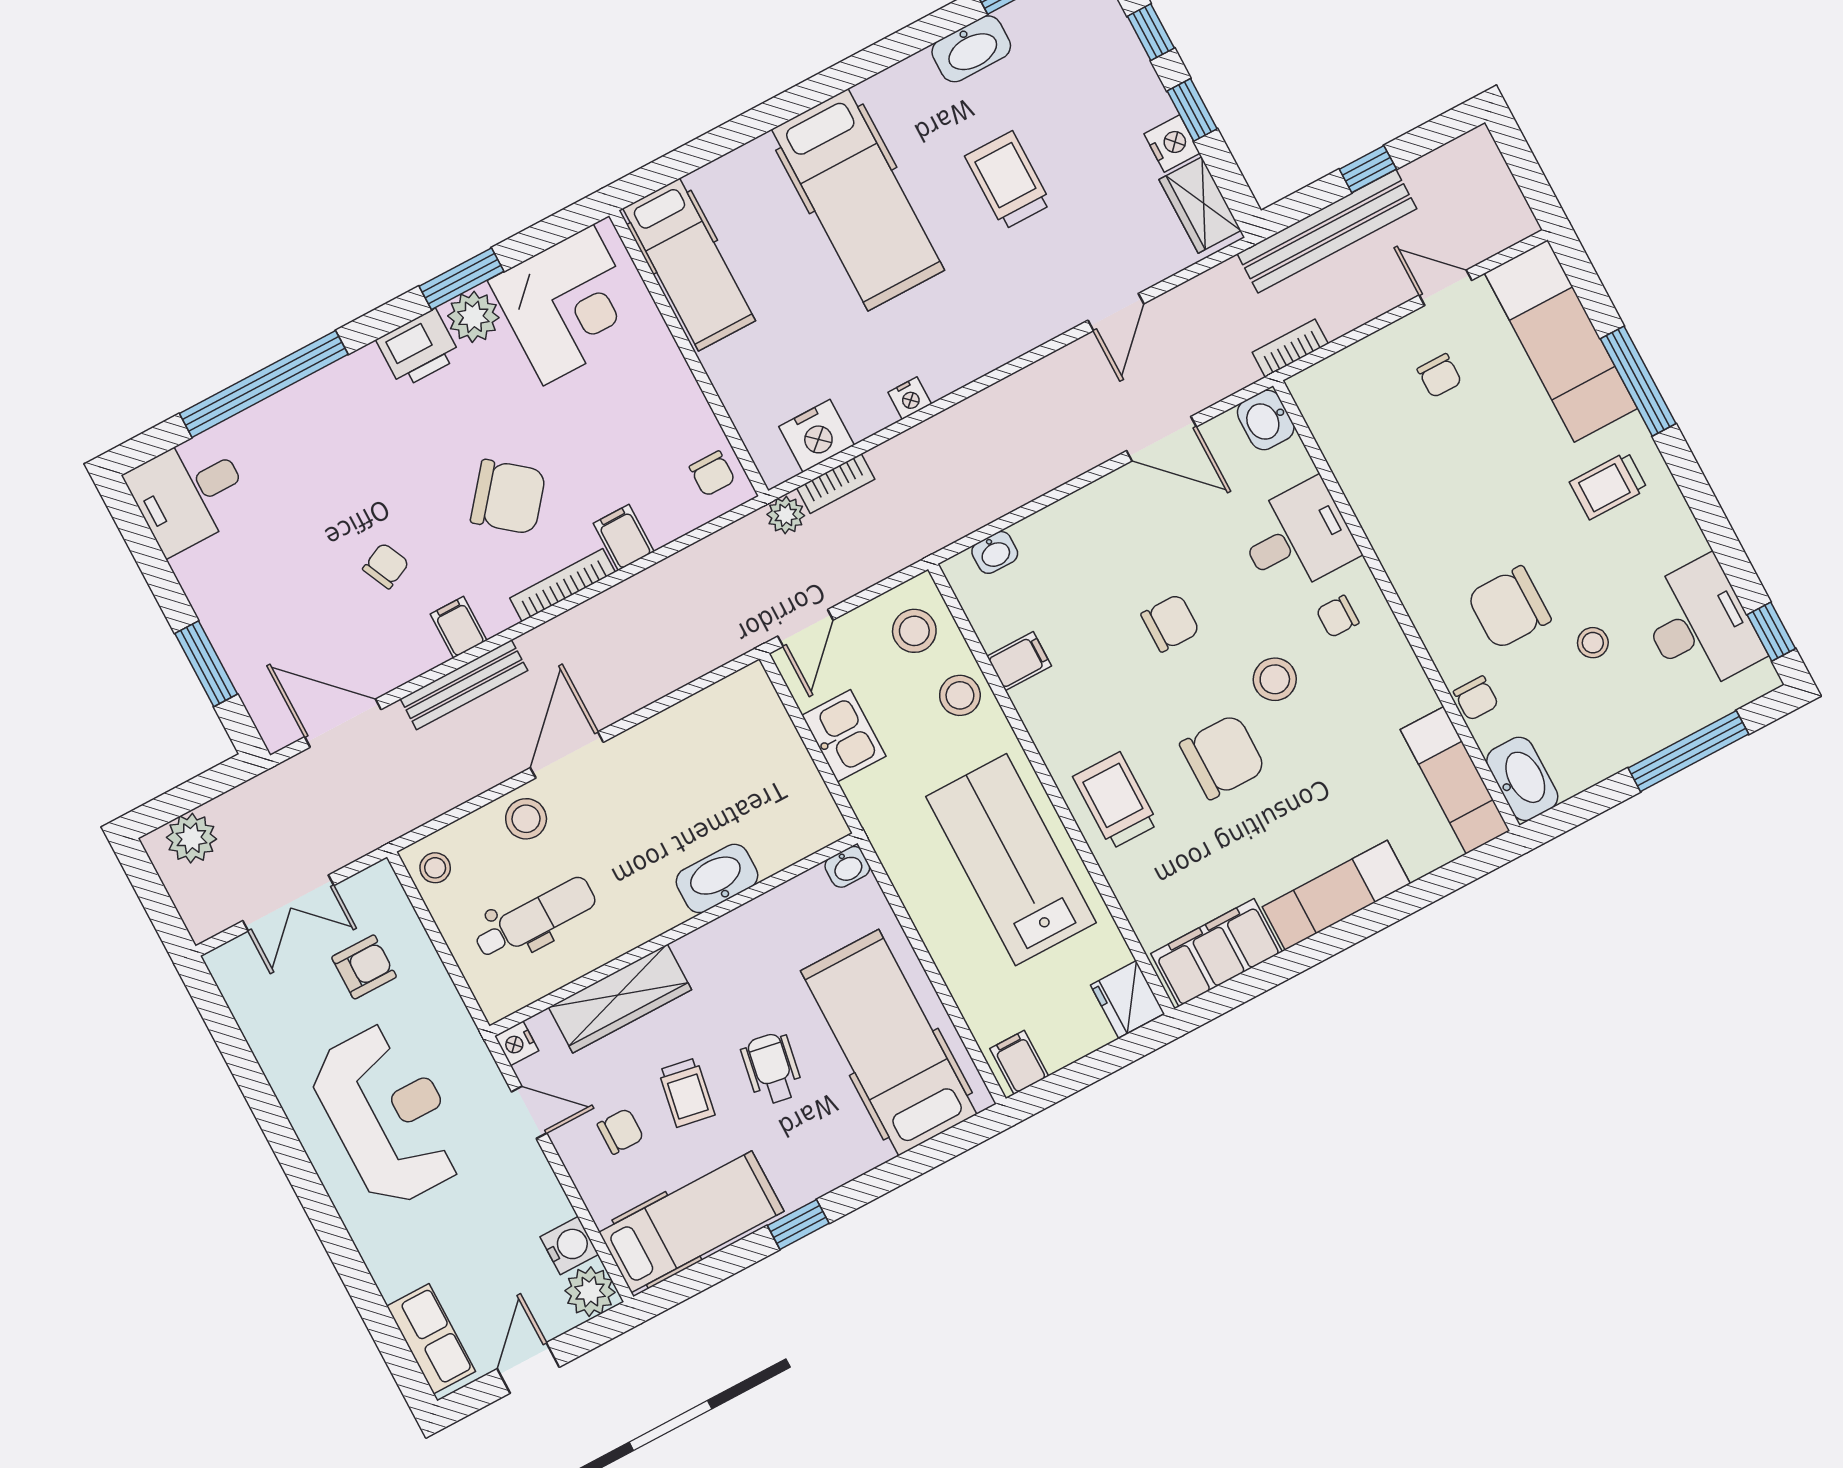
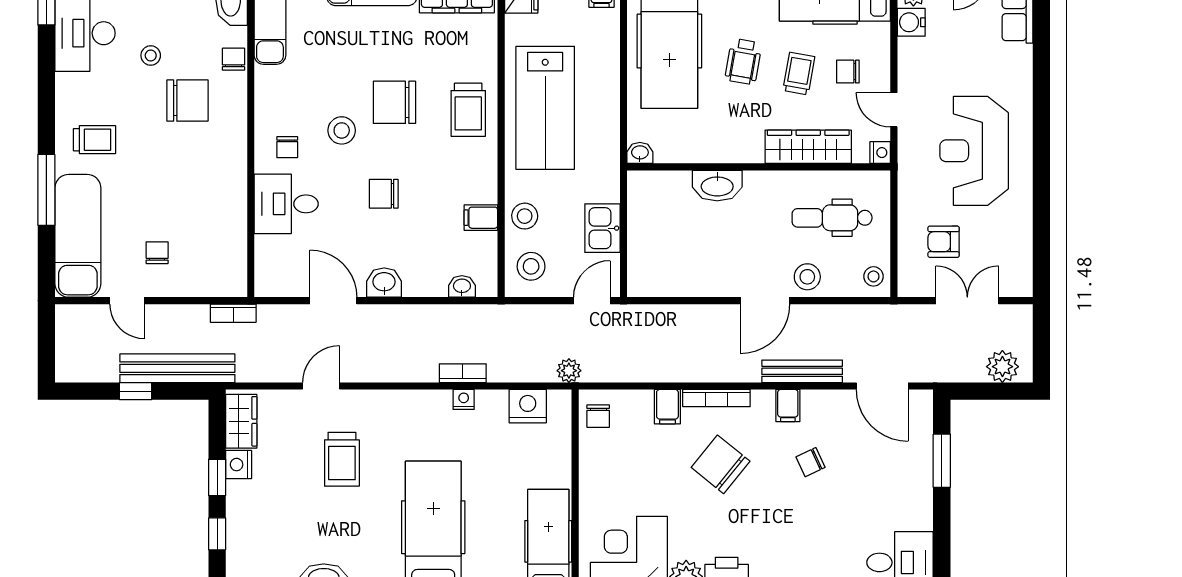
trolley: (1008, 180) -> (342, 459), moved
washbasin: (1266, 420) -> (384, 283), moved, turned -90
chair: (712, 474) -> (598, 416), turned 180
bookcase: (836, 484) -> (463, 373), moved
chair: (1338, 616) -> (287, 147), turned 90

